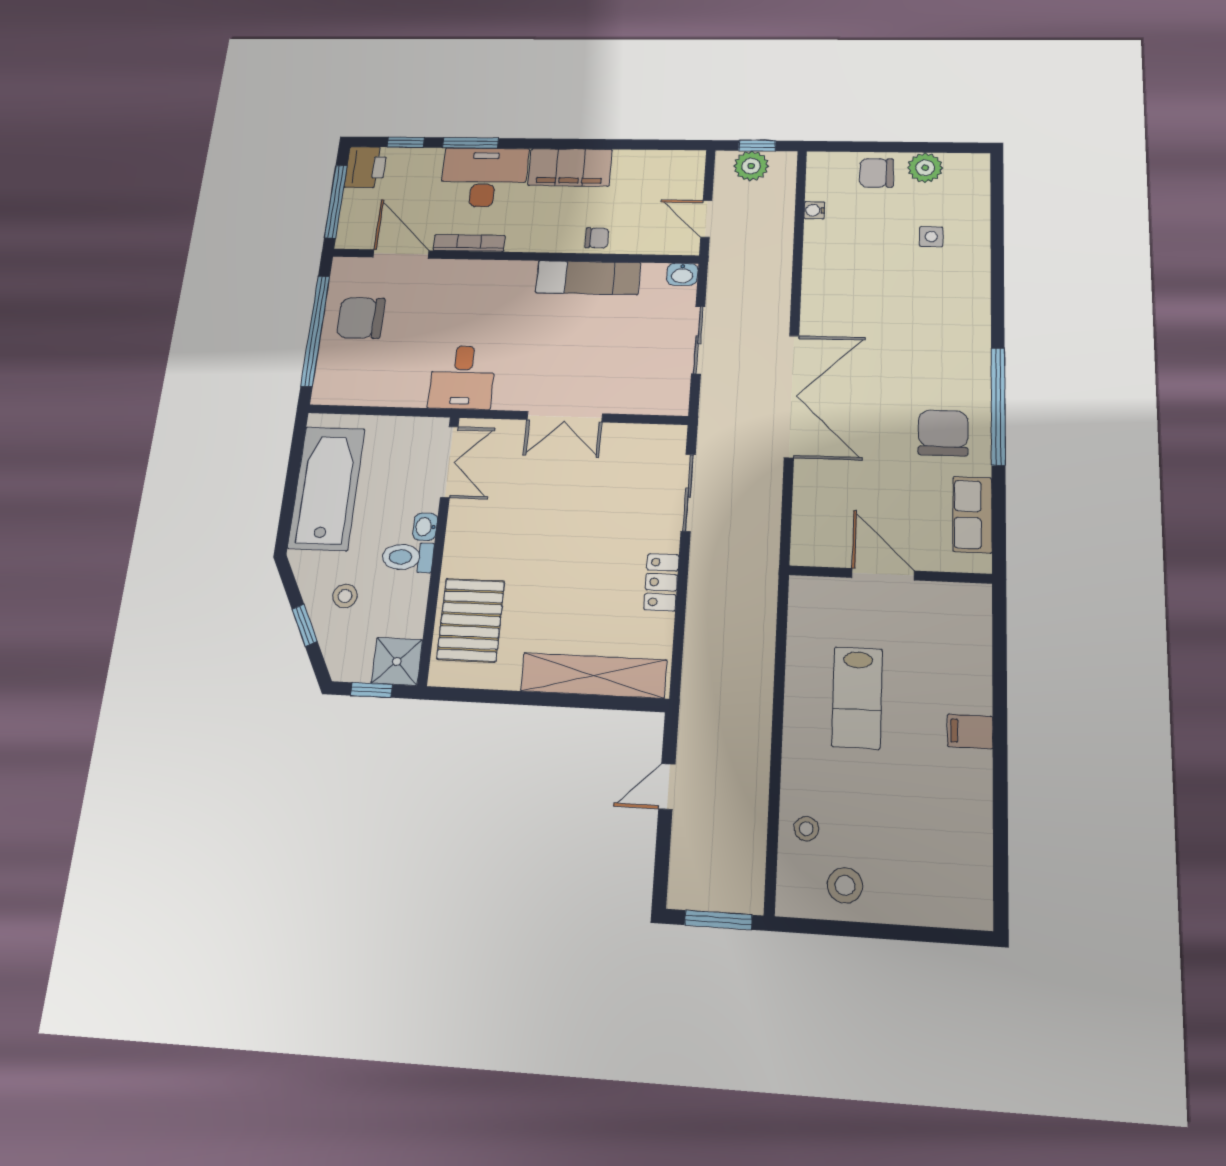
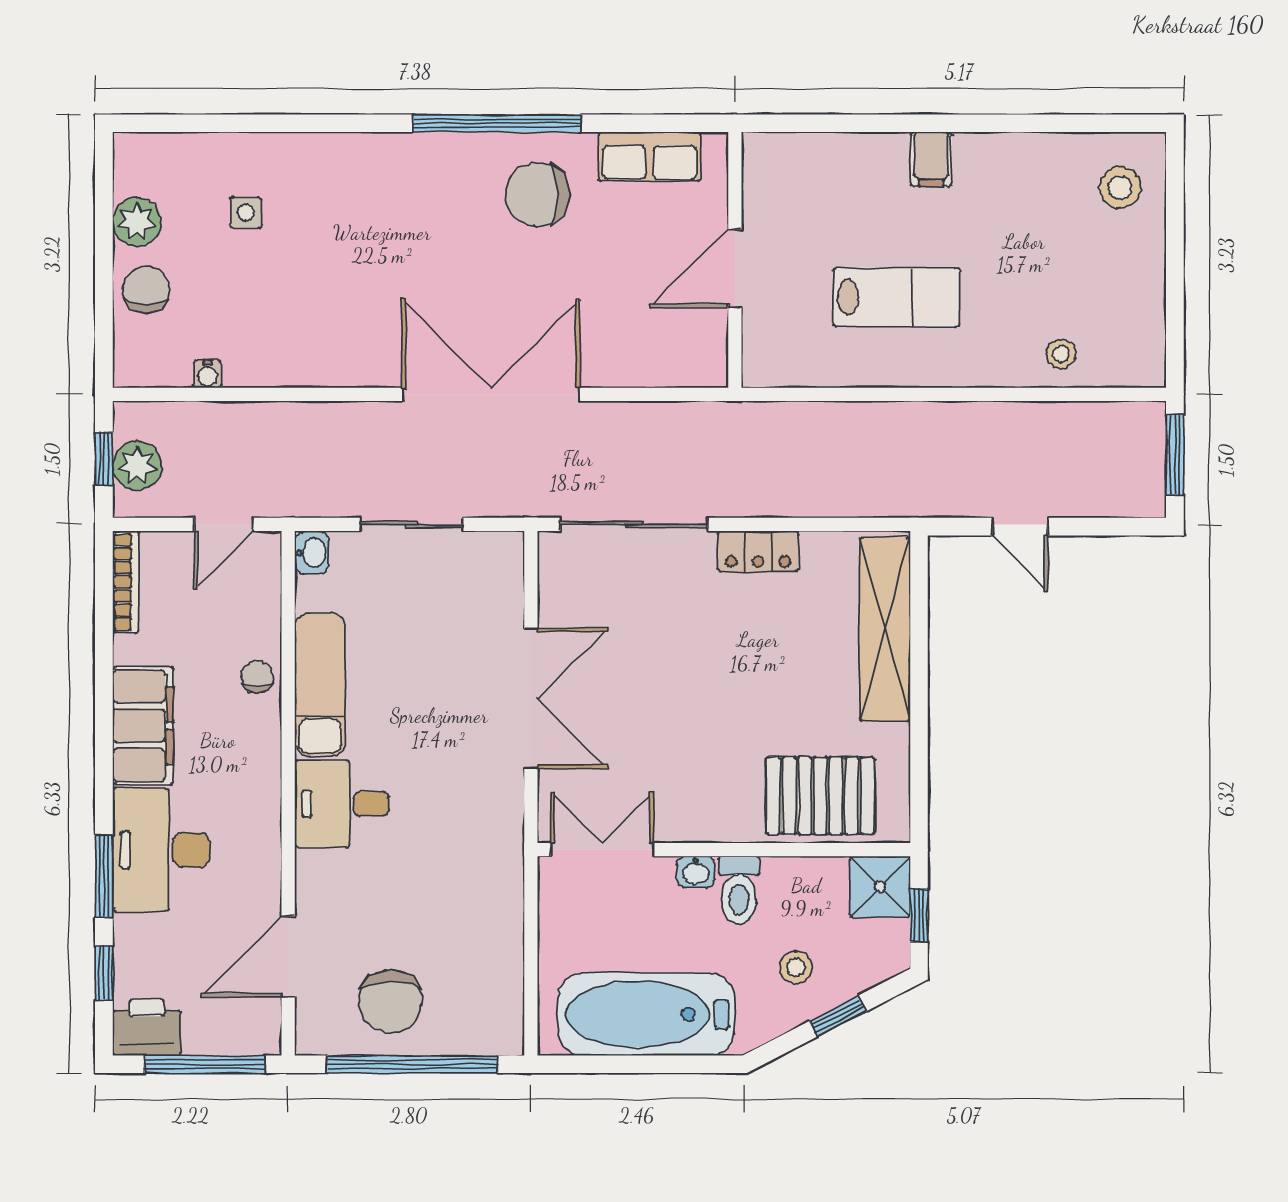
chair: (876, 173) -> (146, 289), turned 180
bookcase: (469, 243) -> (126, 582), moved, turned 180
desk: (462, 377) -> (342, 804), moved, turned 180
double door: (565, 417) -> (531, 698), width x1.37
sliding door: (688, 493) -> (634, 524), width x1.37
stool: (845, 885) -> (1120, 188), moved

